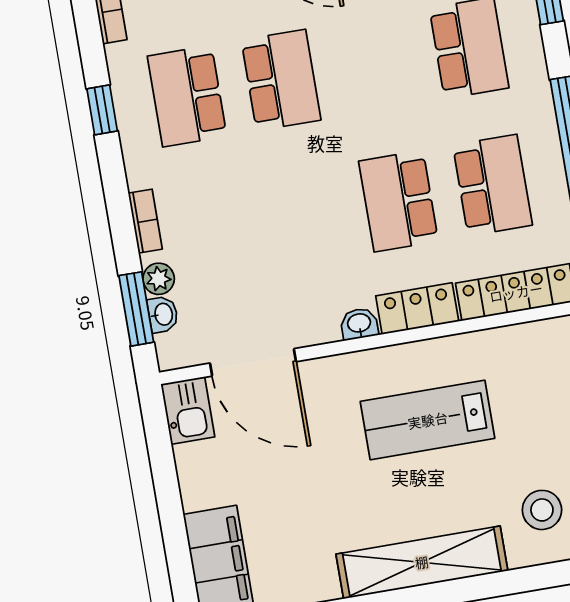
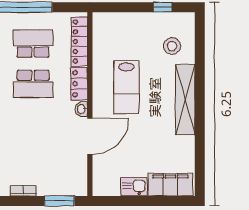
plant: (159, 279) -> (48, 189), removed
washbasin: (163, 314) -> (63, 190), removed
door: (253, 362) -> (90, 136), moved
kitchen sink: (188, 411) -> (134, 187), moved

